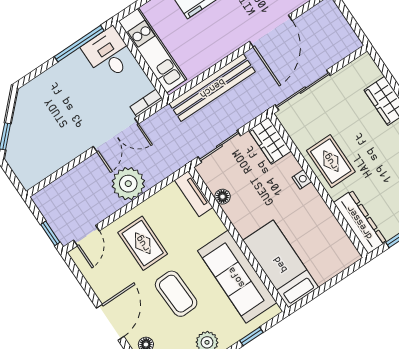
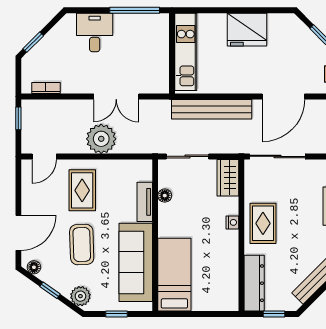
desk: (108, 54) -> (95, 32), moved
bookcase: (147, 103) -> (46, 88), moved
tv unit: (194, 194) -> (145, 202), moved
window: (50, 233) -> (18, 118), moved

